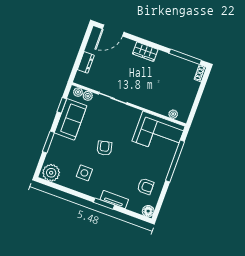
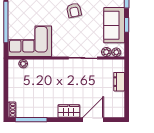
door: (113, 30) -> (93, 120), moved
window: (62, 105) -> (127, 25), moved

